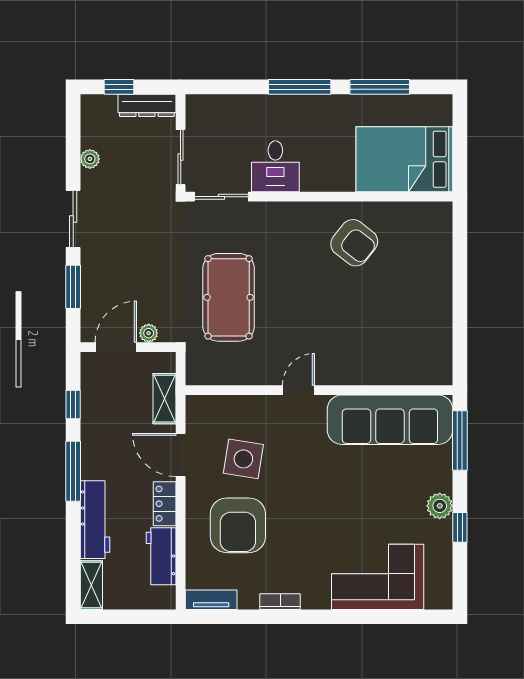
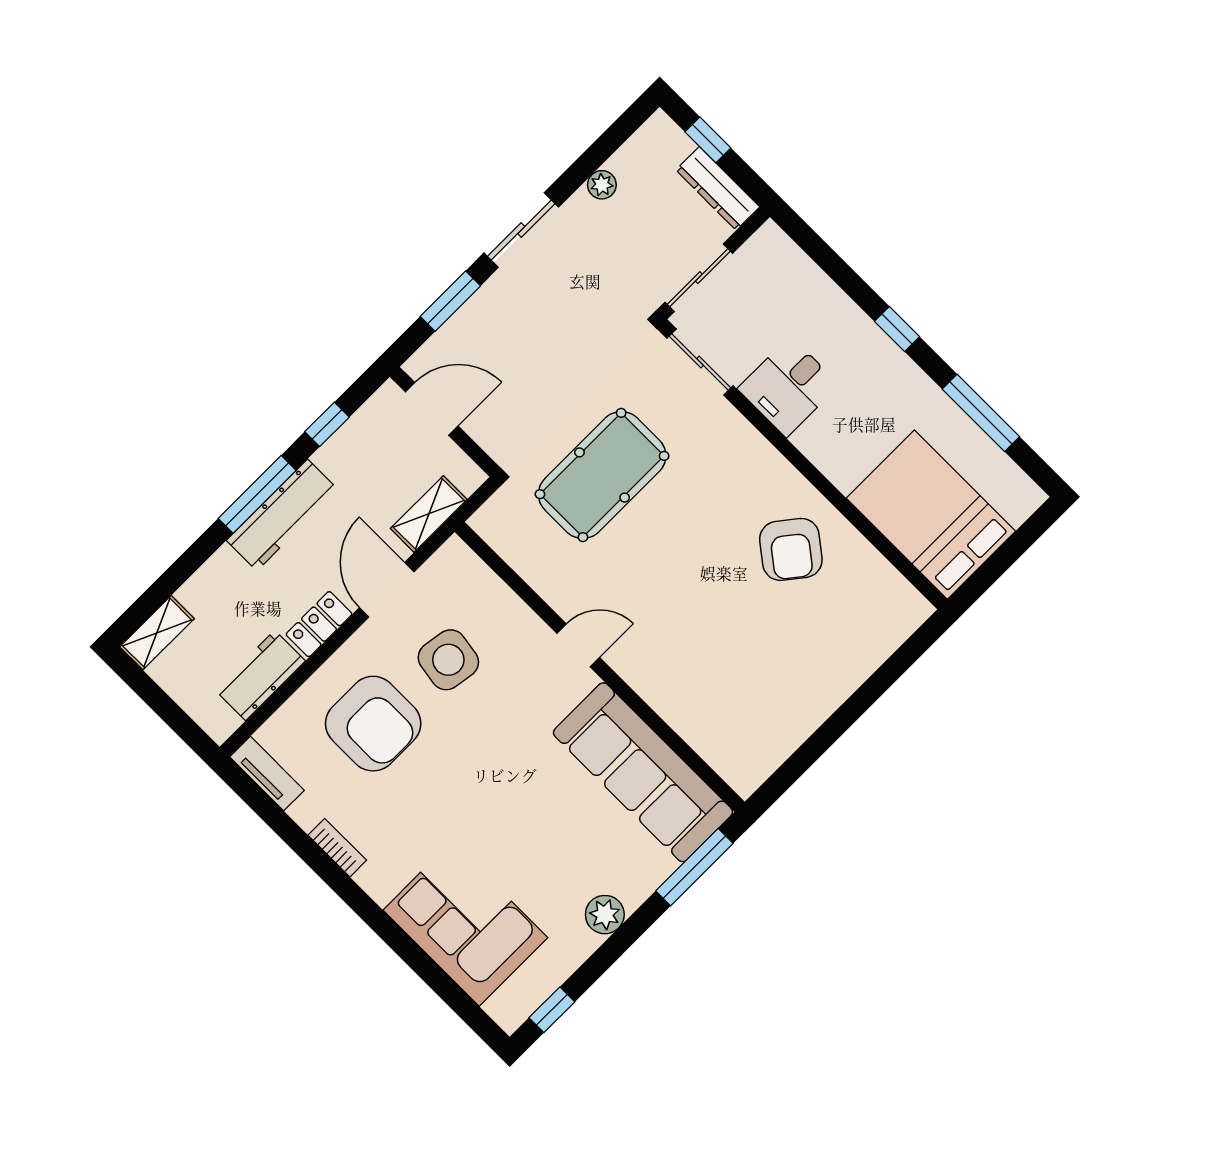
window: (300, 87) -> (897, 329), width x0.46
plant: (149, 333) -> (481, 429), removed
workbench: (95, 520) -> (282, 515), moved
armchair: (238, 525) -> (373, 724), turned -90
window: (460, 527) -> (552, 1010), moved

